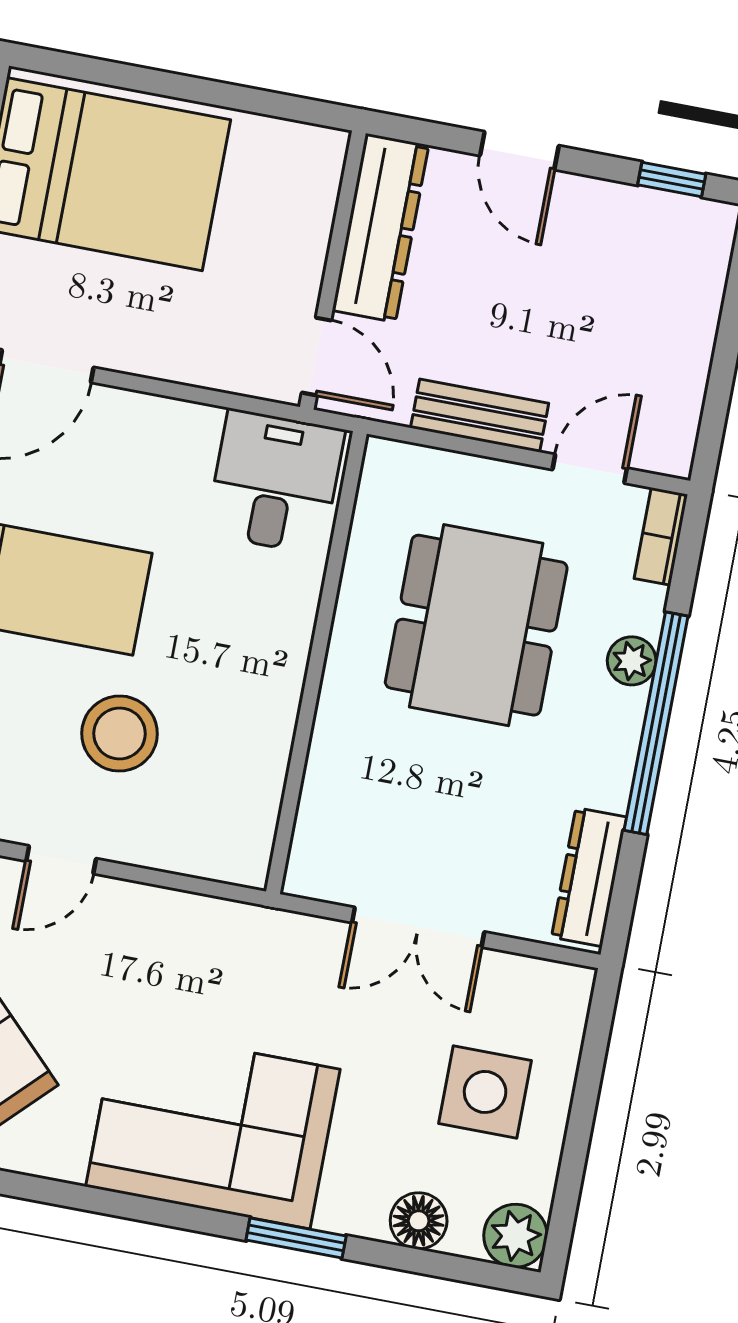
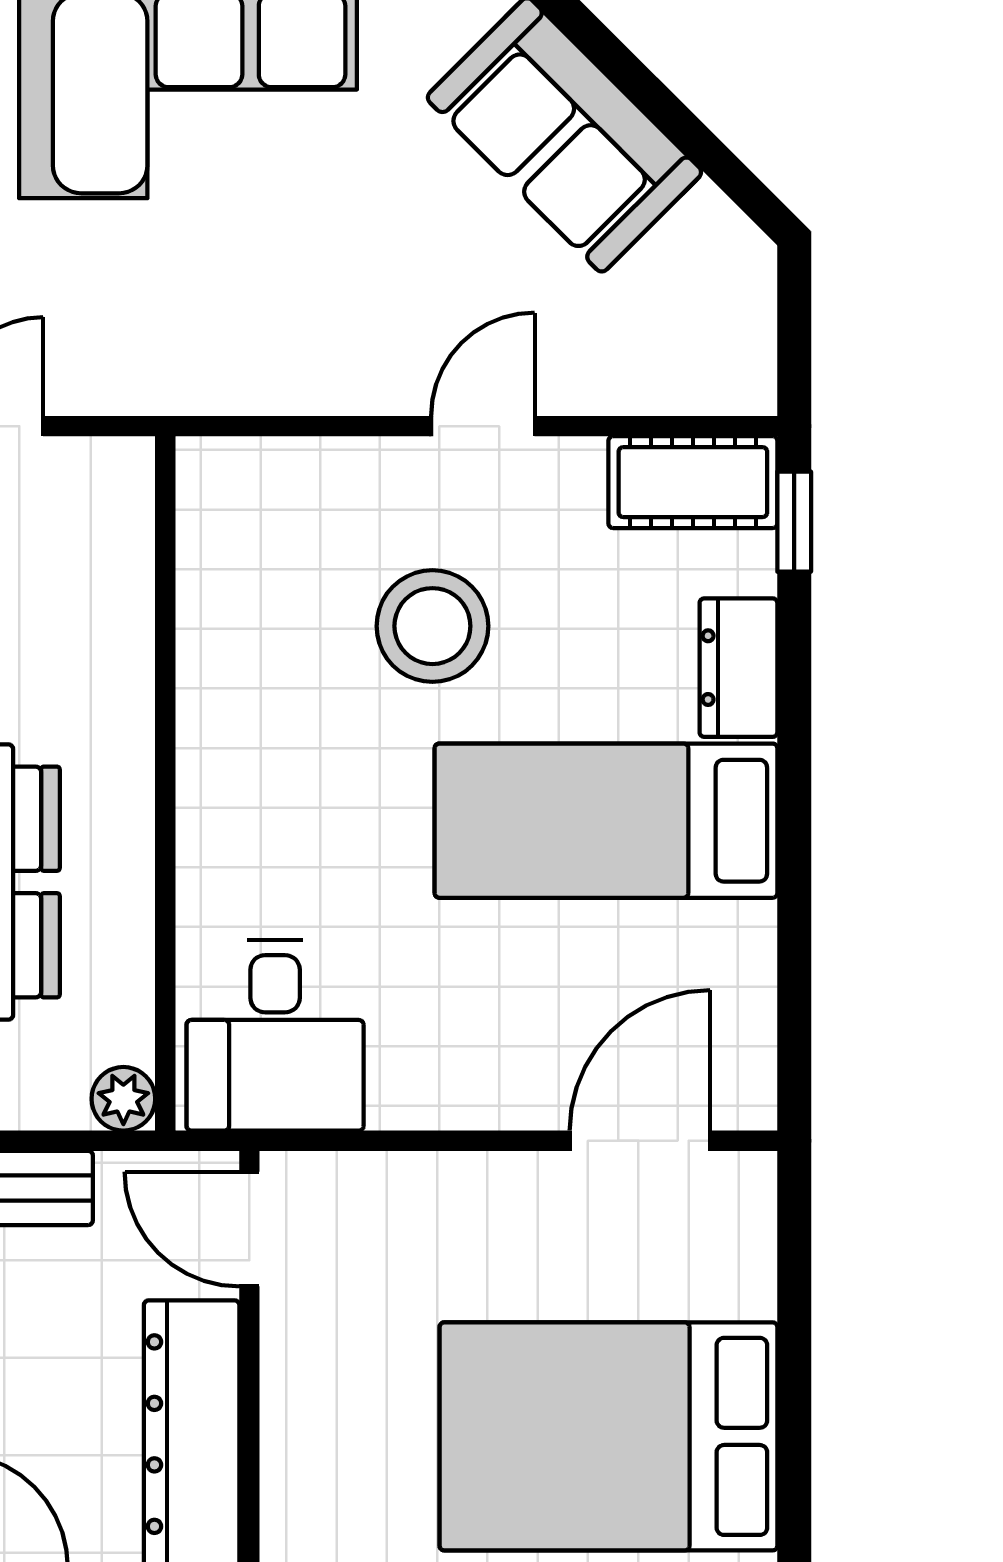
plant: (384, 459) -> (123, 1099), added

